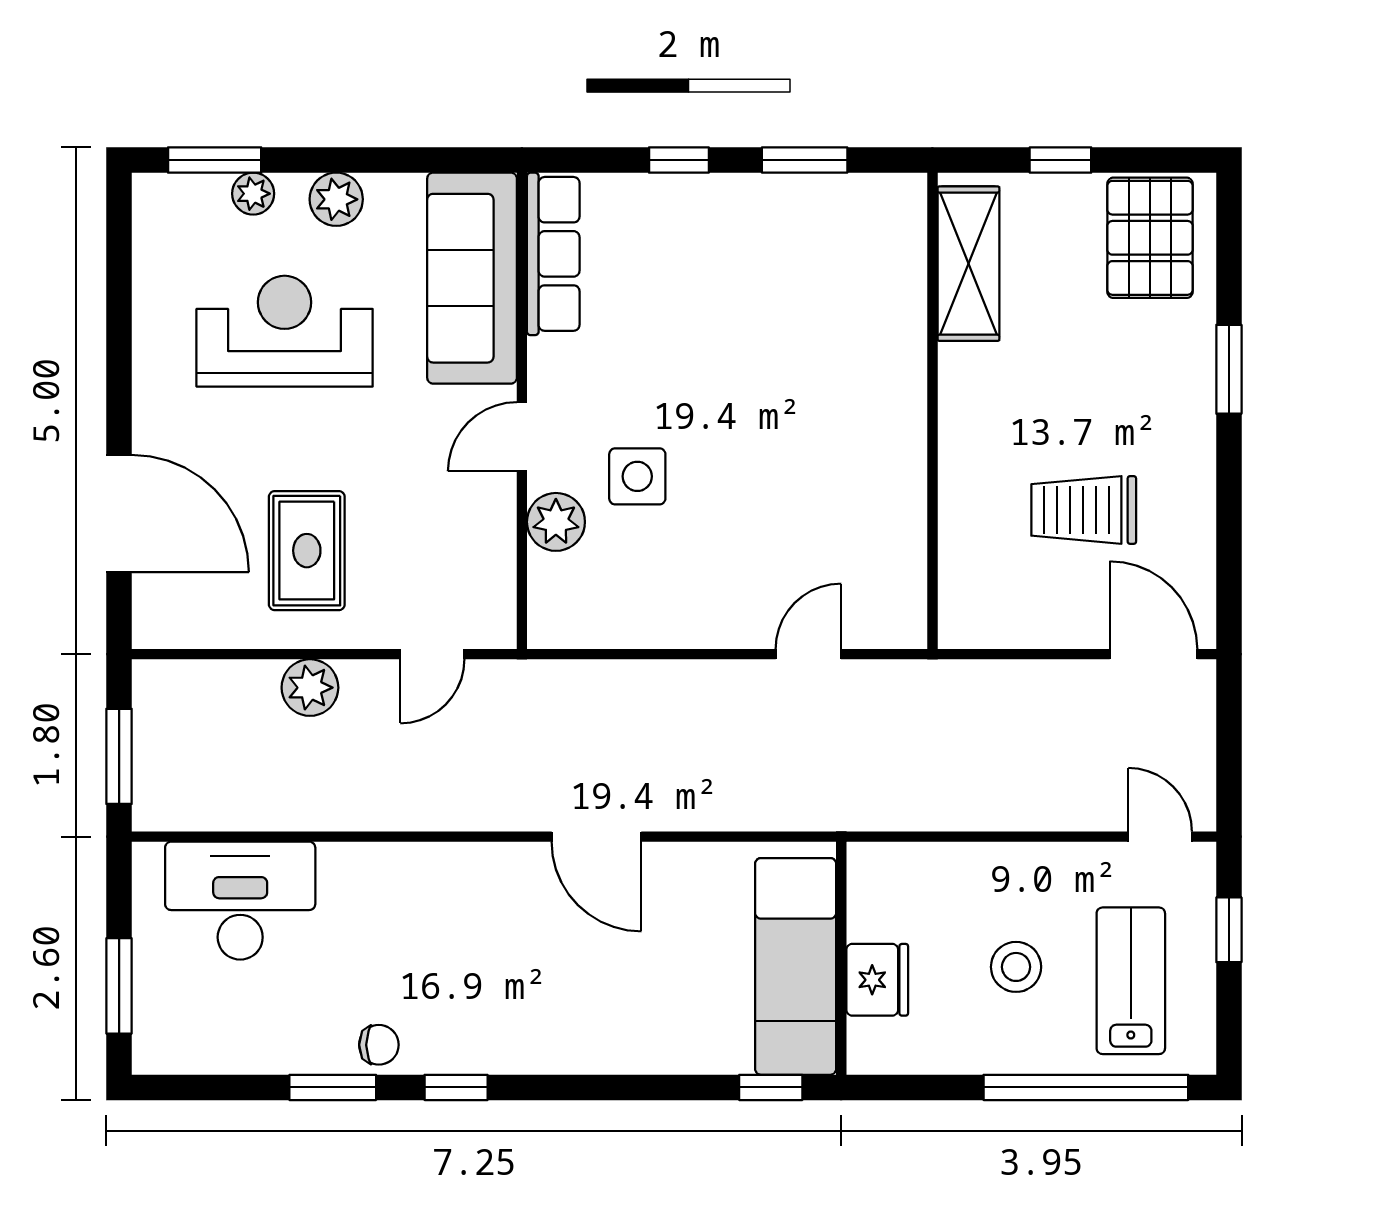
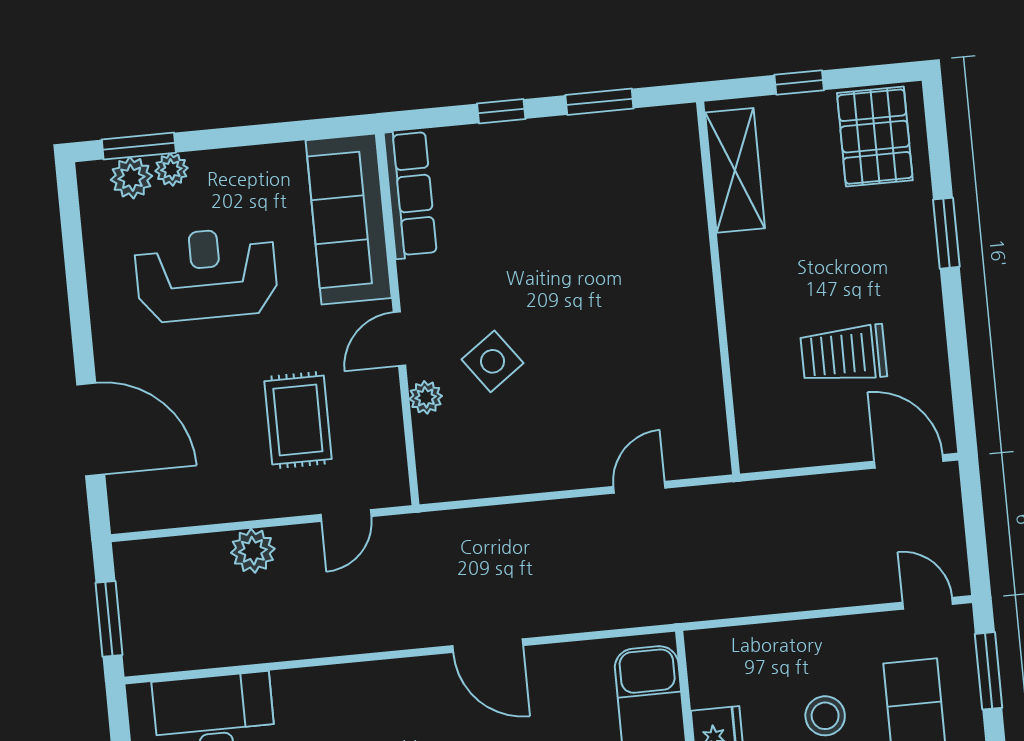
plant: (336, 199) -> (132, 178), moved
side table: (637, 476) -> (493, 361), turned -36
plant: (556, 522) -> (426, 397), width x0.73, depth x0.73
rug: (307, 551) -> (298, 420), moved
window: (1229, 930) -> (989, 671), width x1.50

